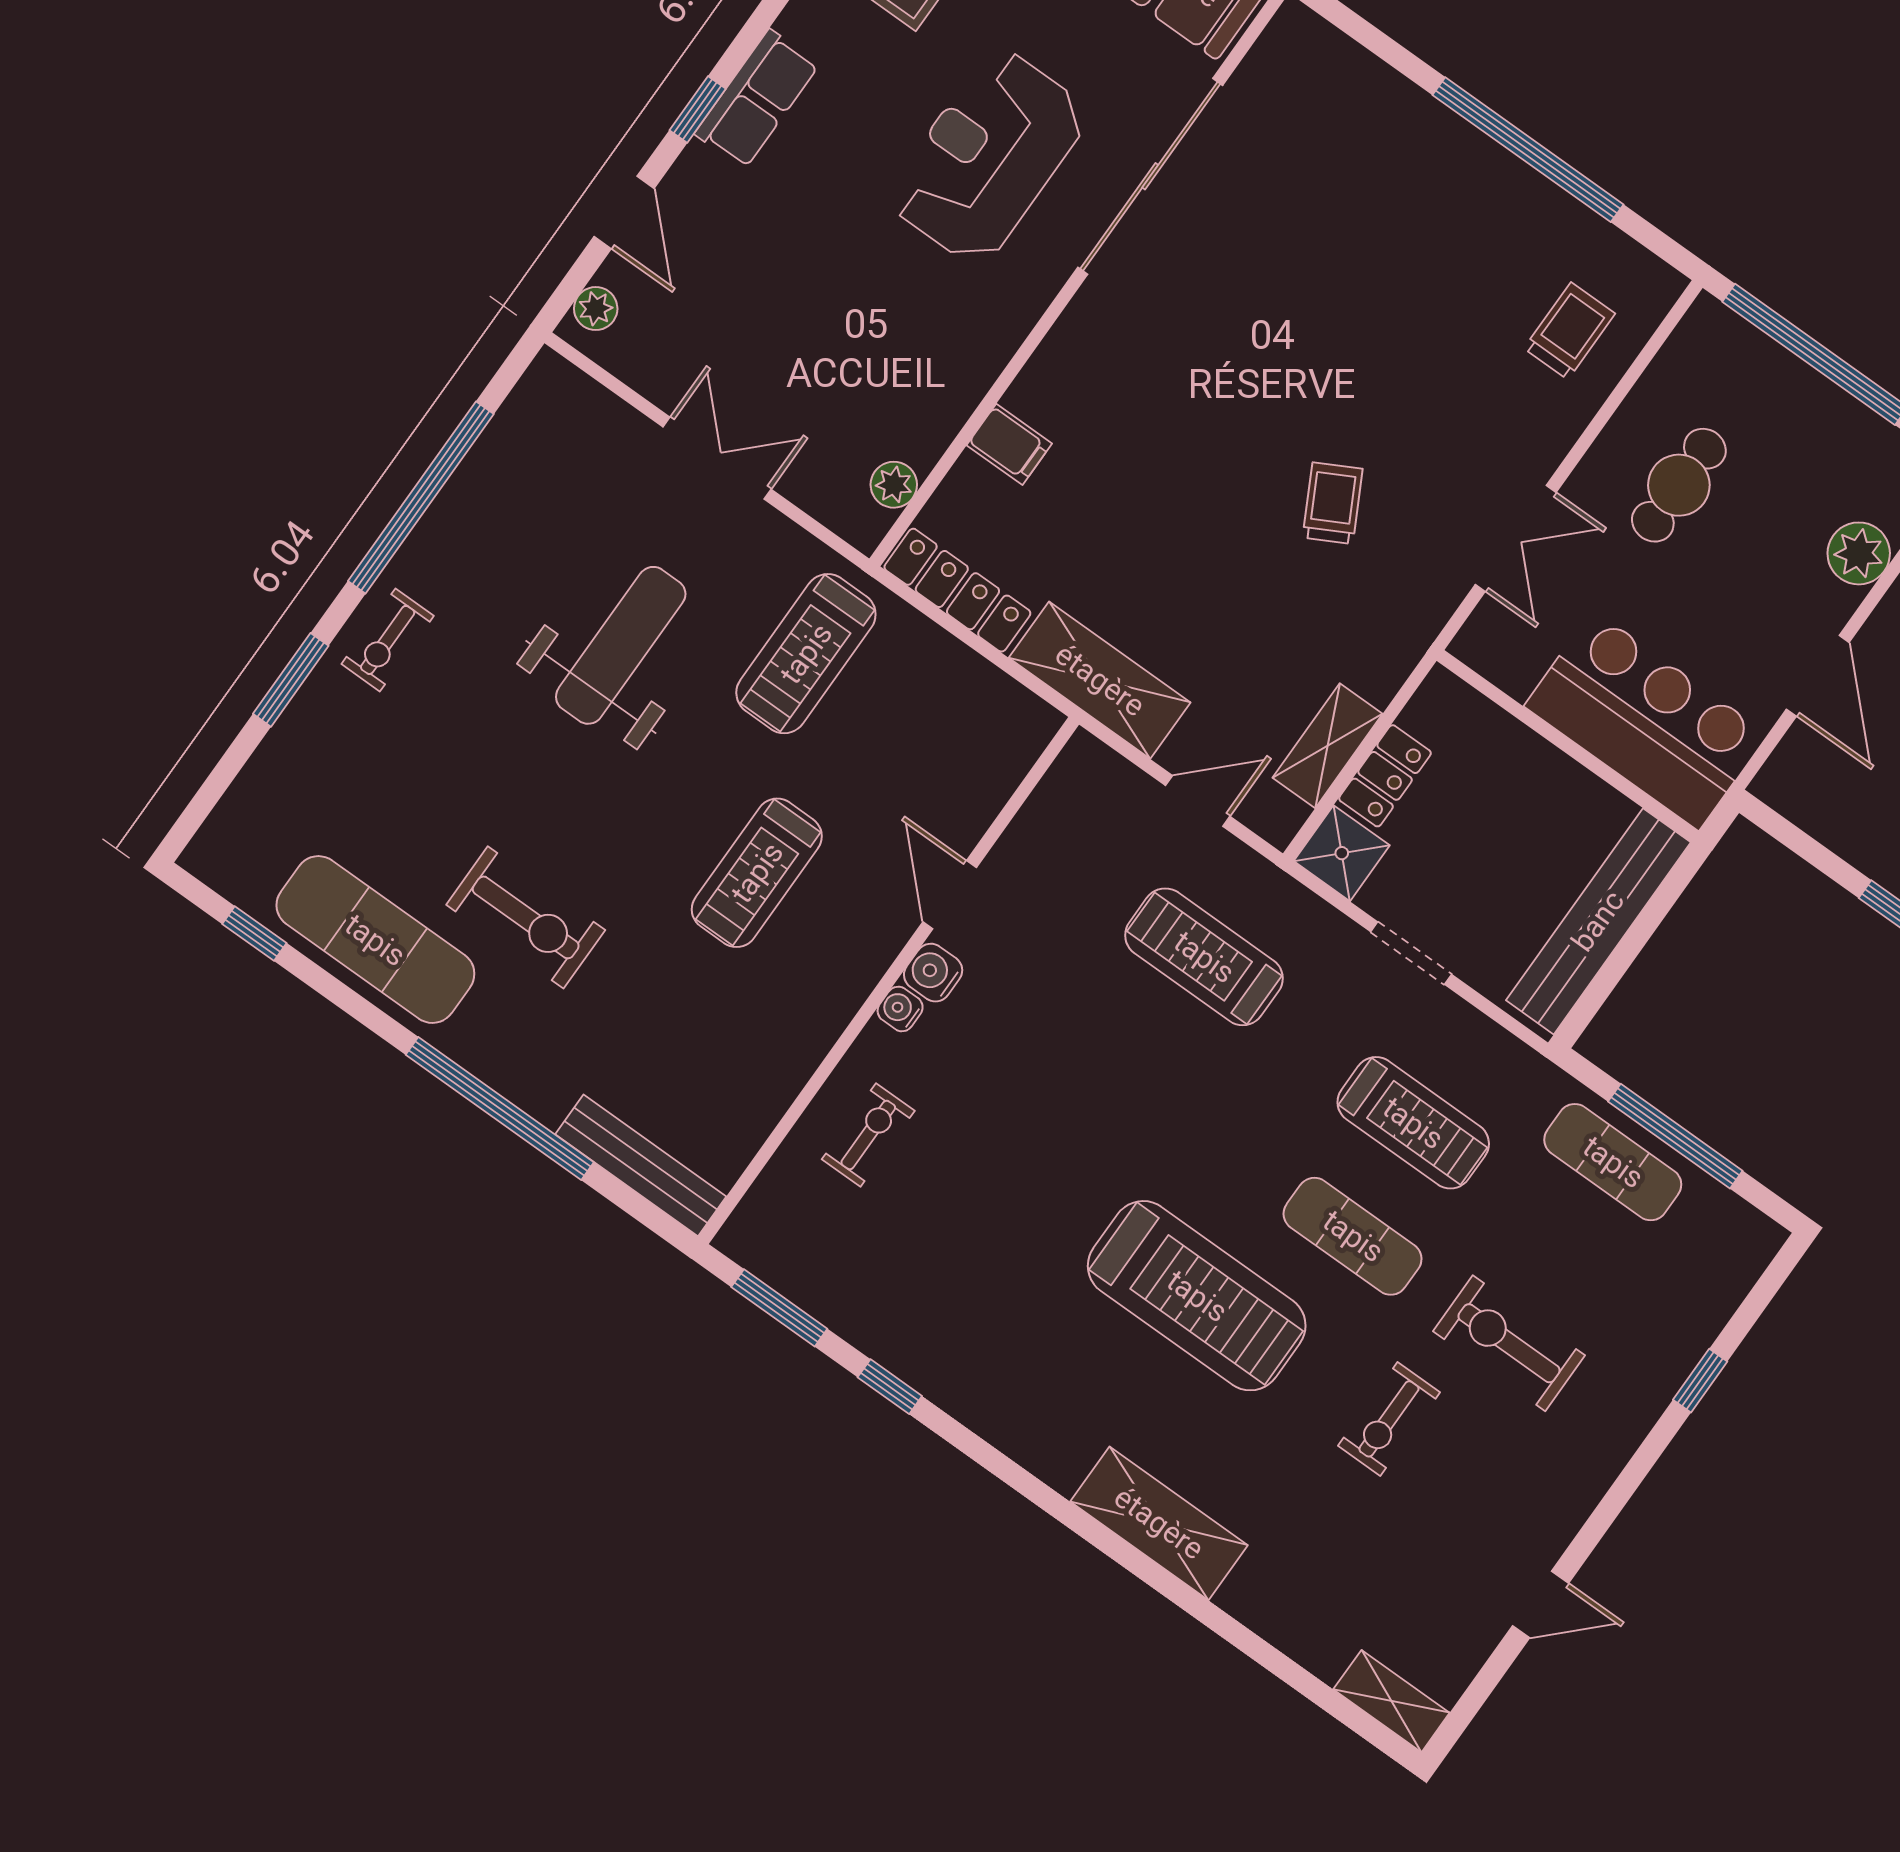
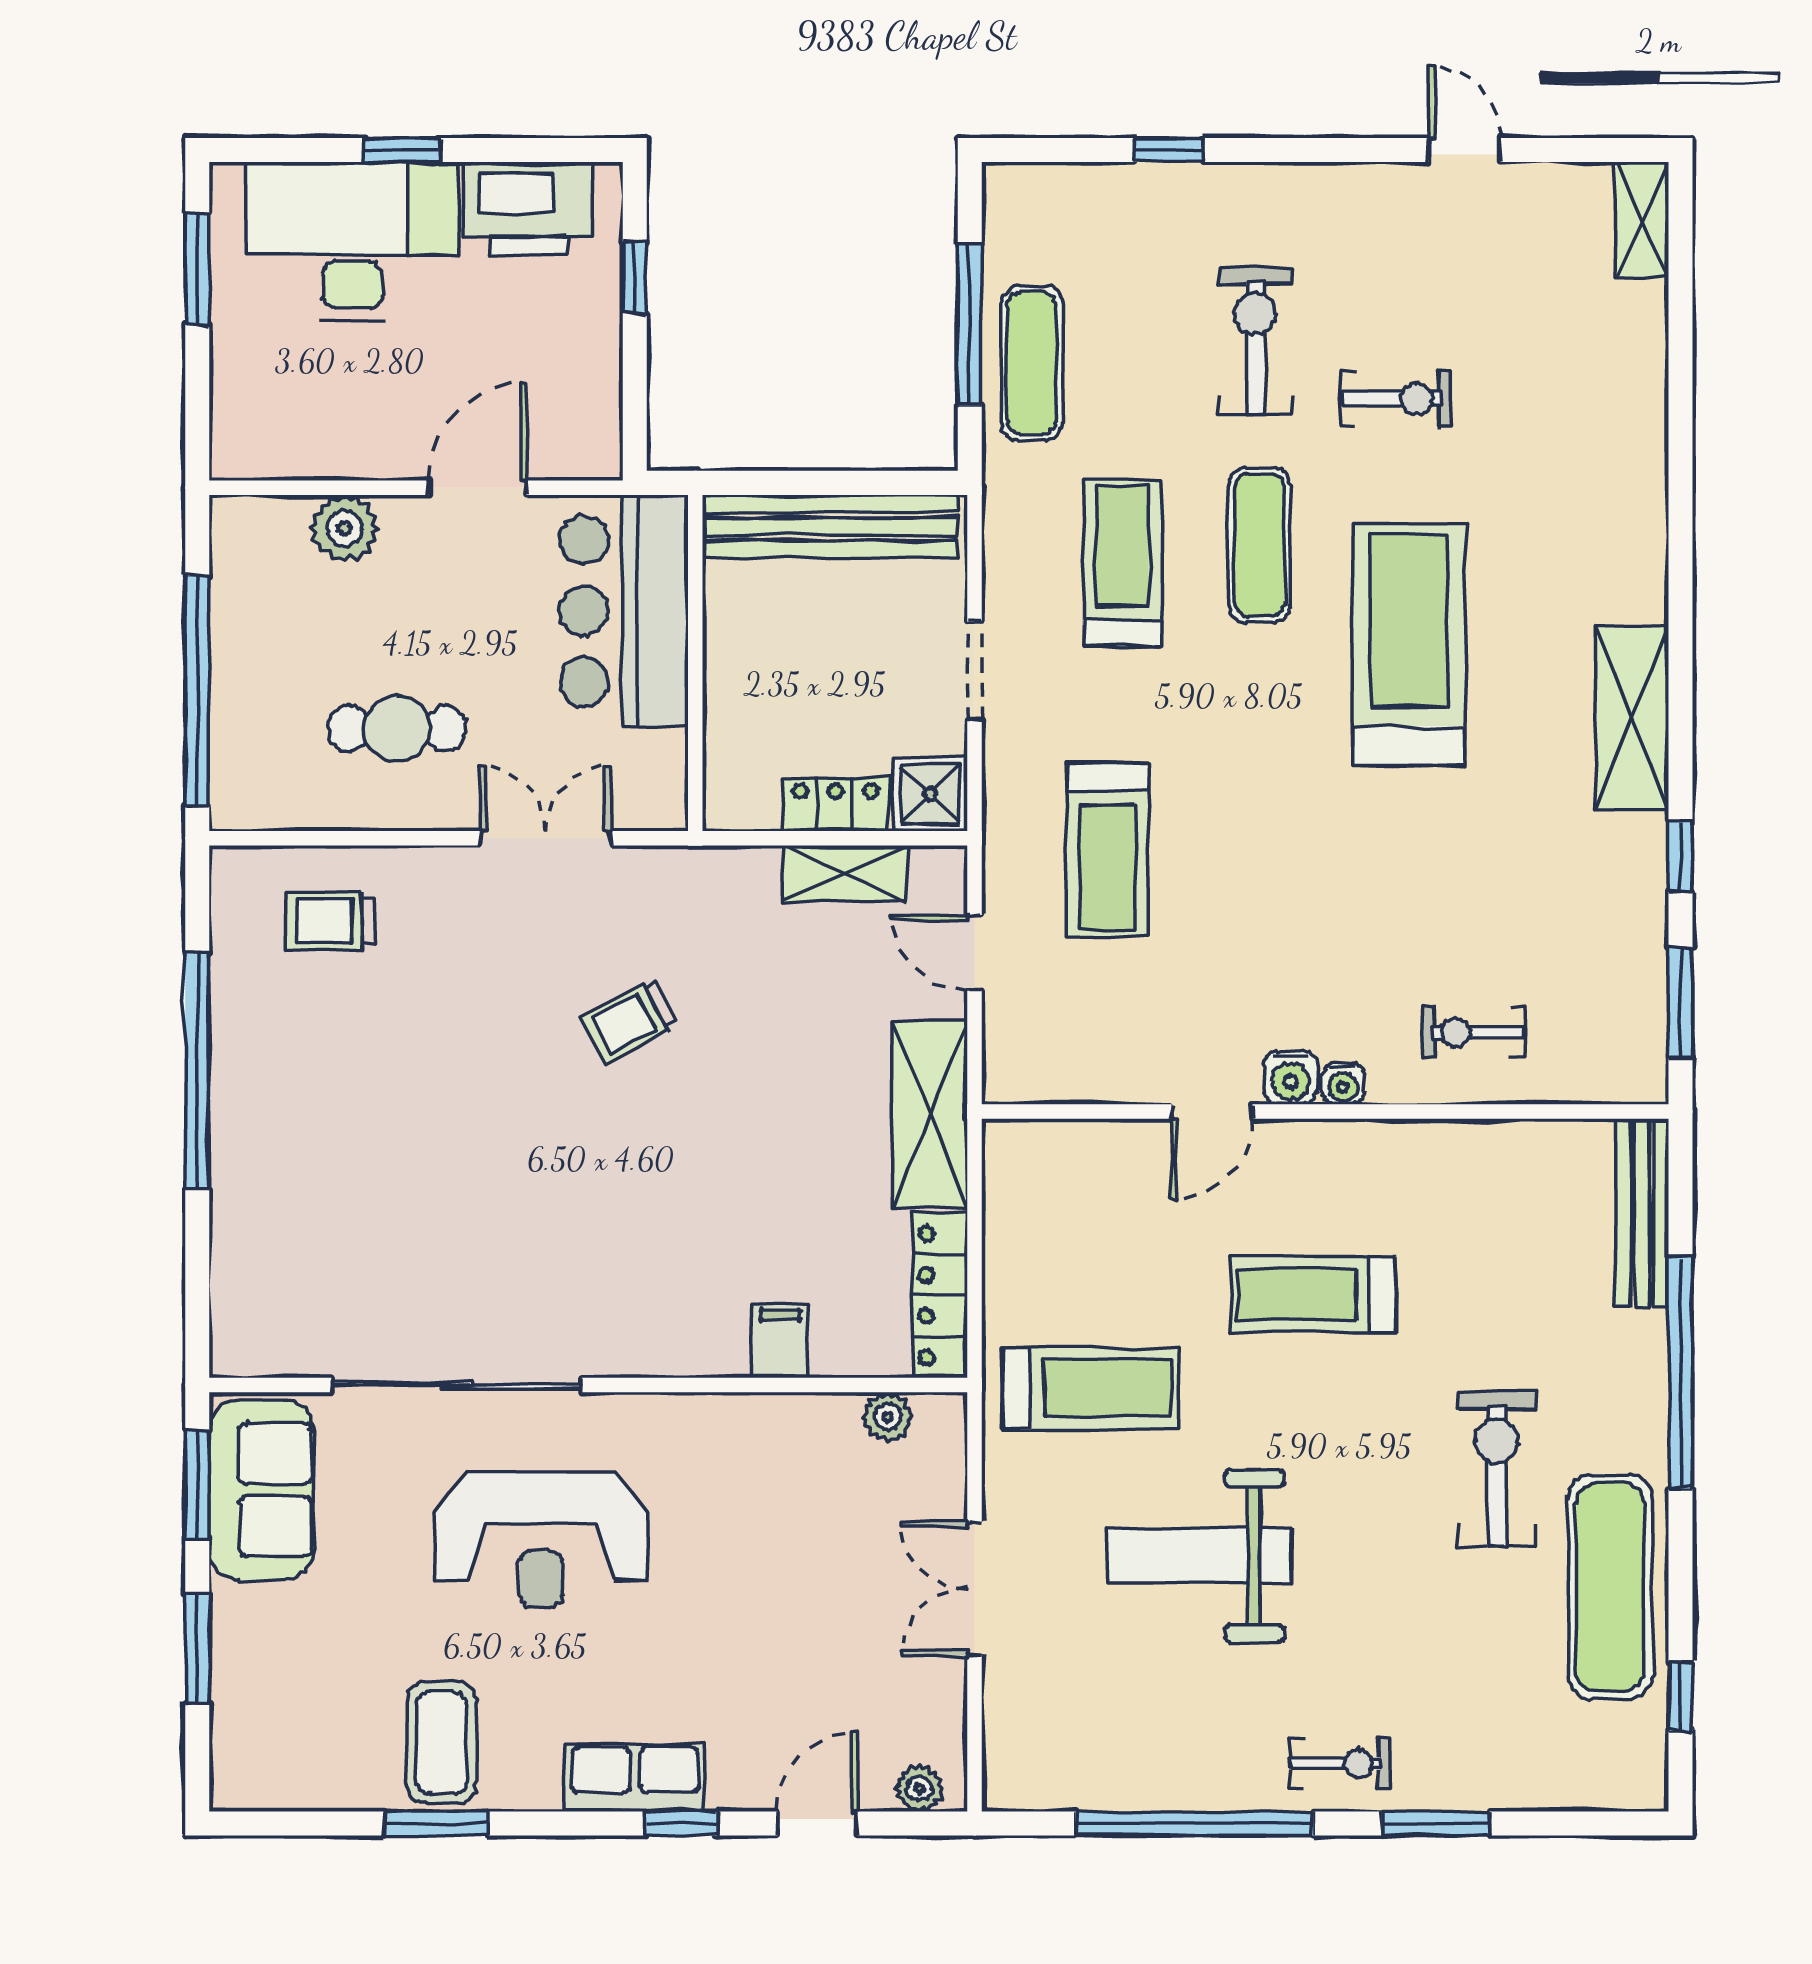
treadmill: (757, 873) -> (1313, 1294), turned 180
exercise bike: (1509, 1343) -> (1255, 341), turned 180
shelving: (1159, 1523) -> (1632, 718), moved

